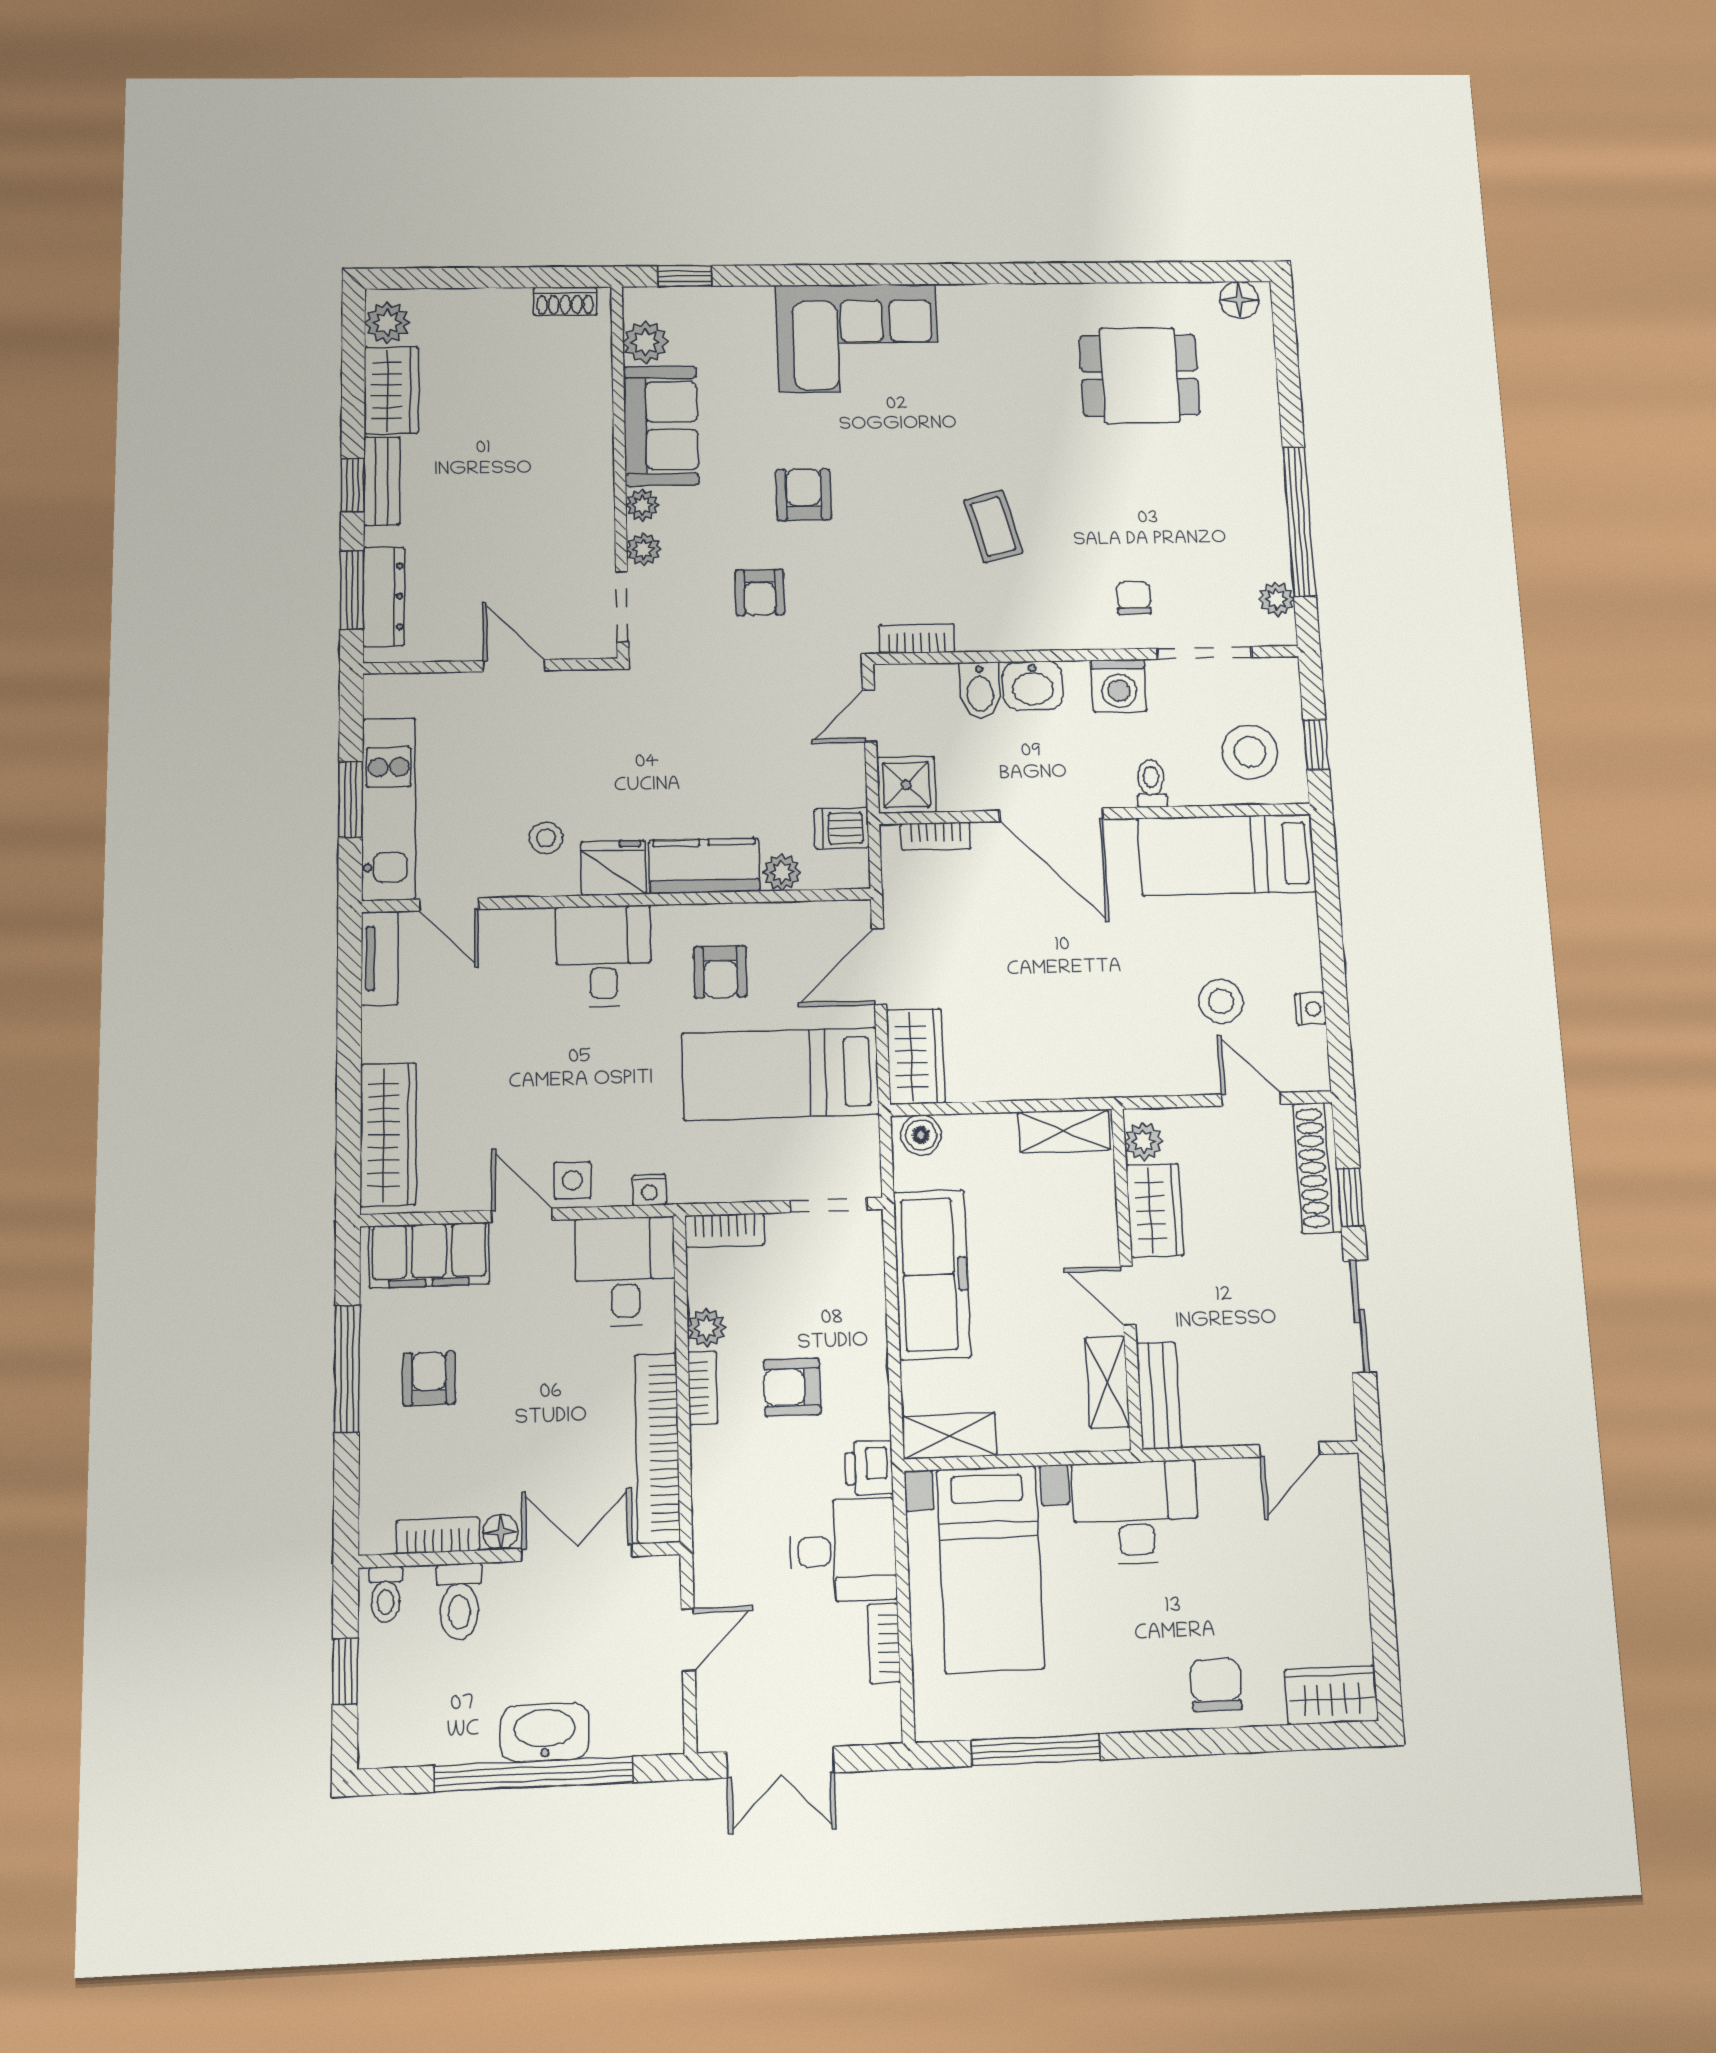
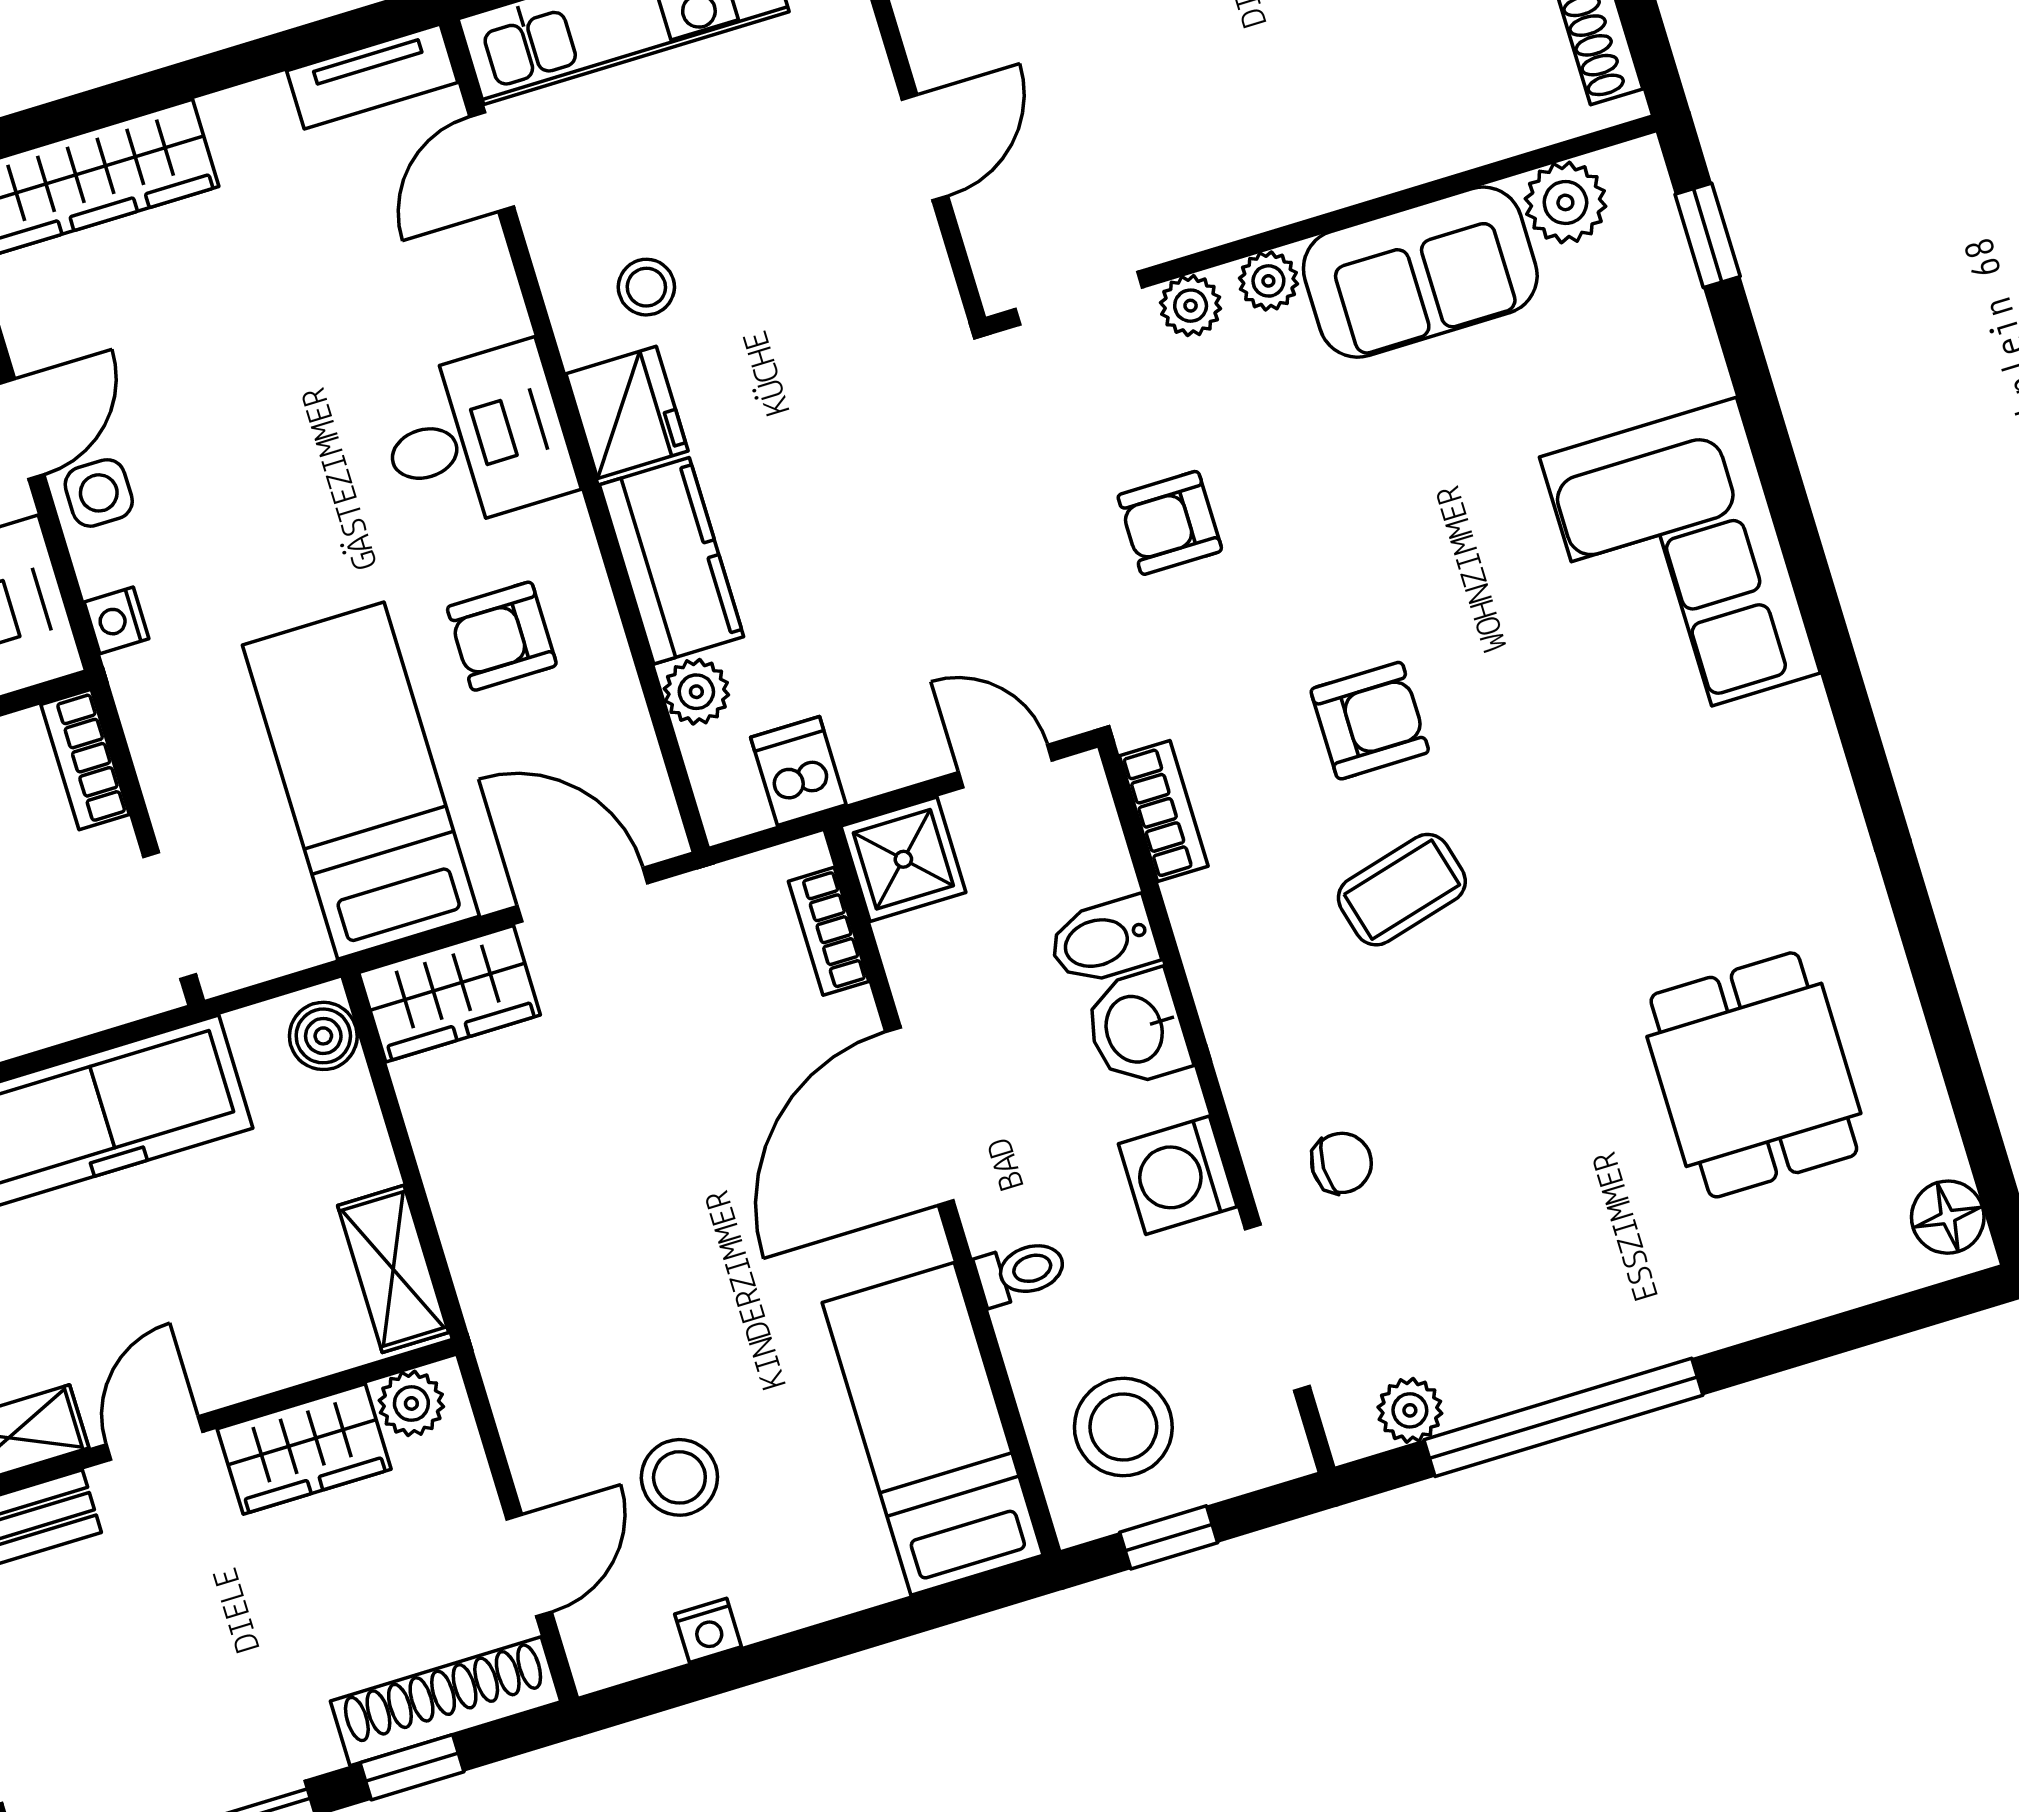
armchair: (804, 495) -> (1370, 721), moved

